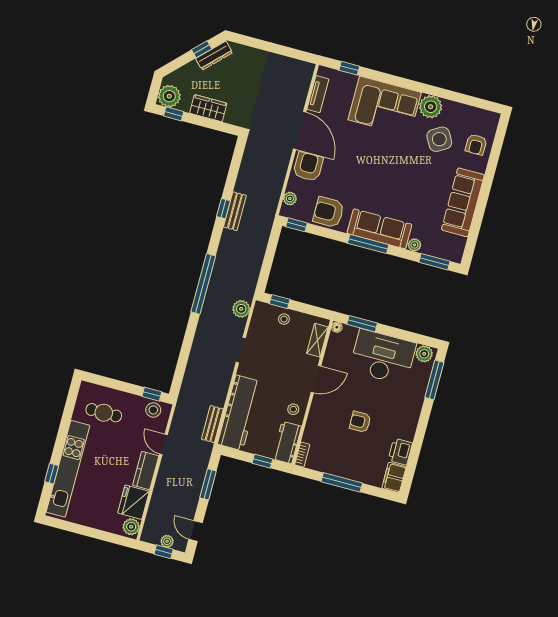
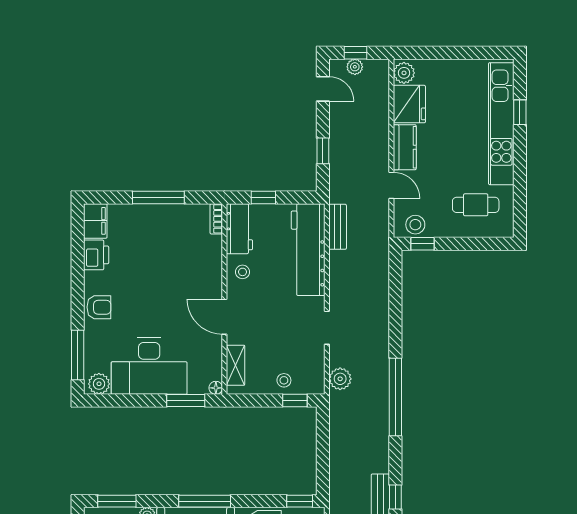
door: (316, 379) -> (224, 317), hinge flipped
armchair: (360, 422) -> (99, 307), moved
window: (208, 484) -> (323, 151), width x0.67

